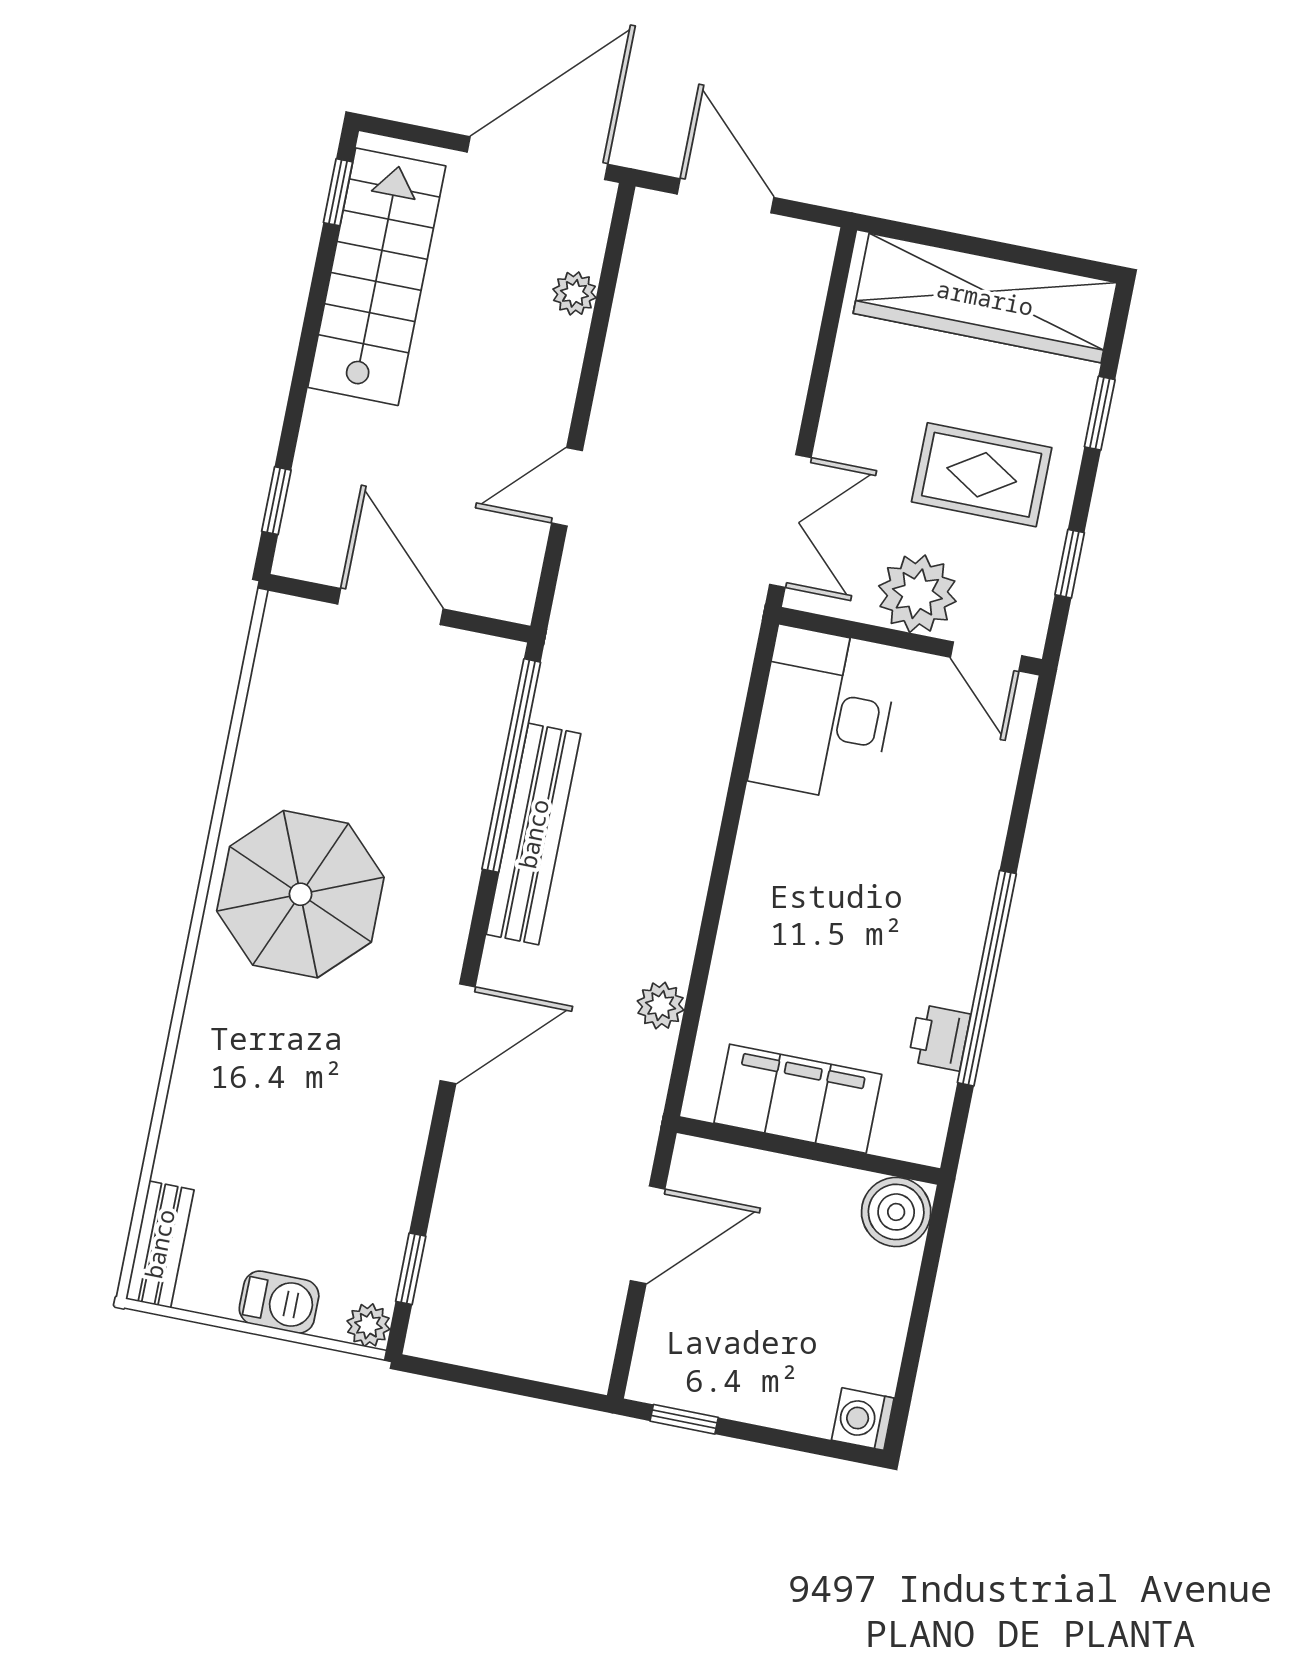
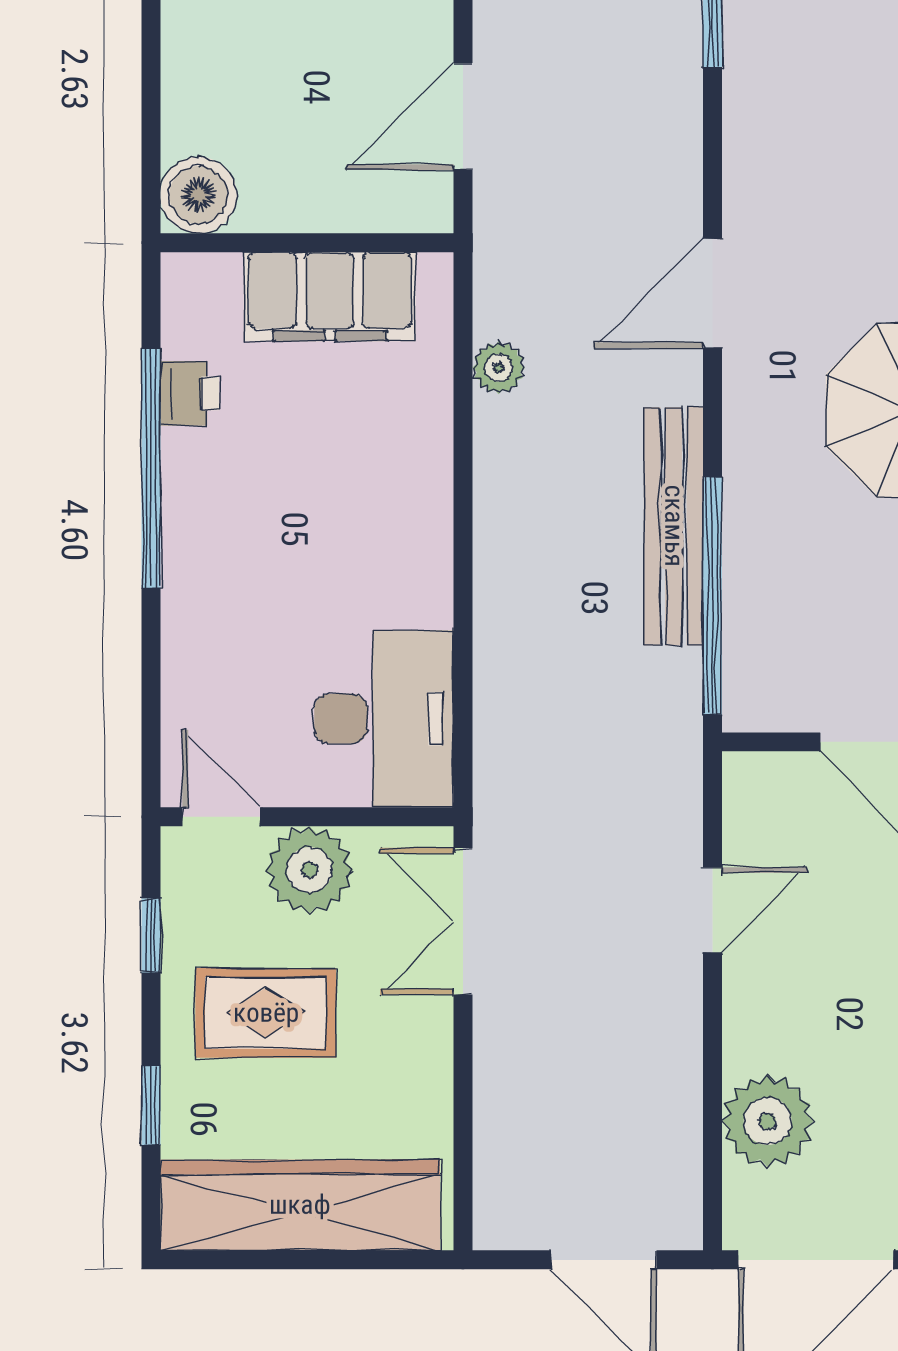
plant: (574, 293) -> (768, 1121), width x1.88, depth x1.88

